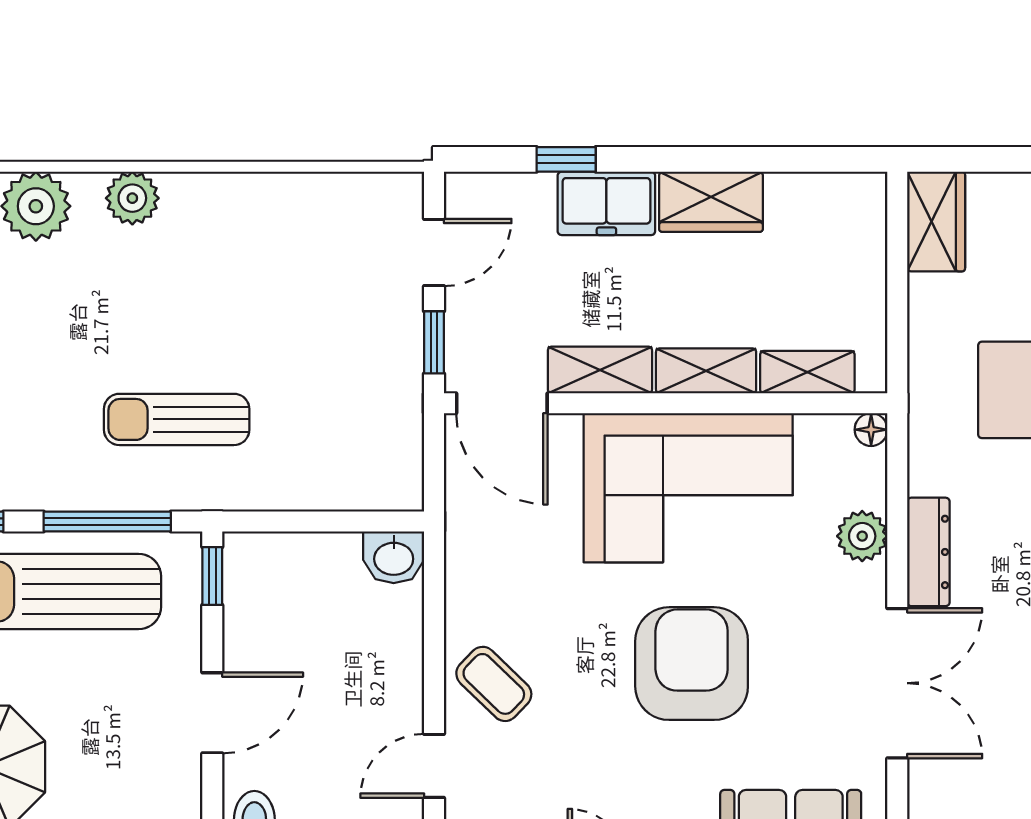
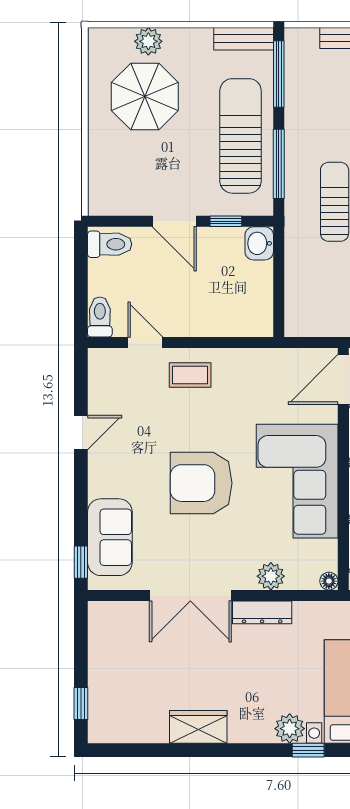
washbasin: (394, 557) -> (259, 243), moved
window: (212, 576) -> (226, 221), moved
armchair: (692, 664) -> (201, 483), turned 180
coffee table: (494, 684) -> (190, 375), turned 46

